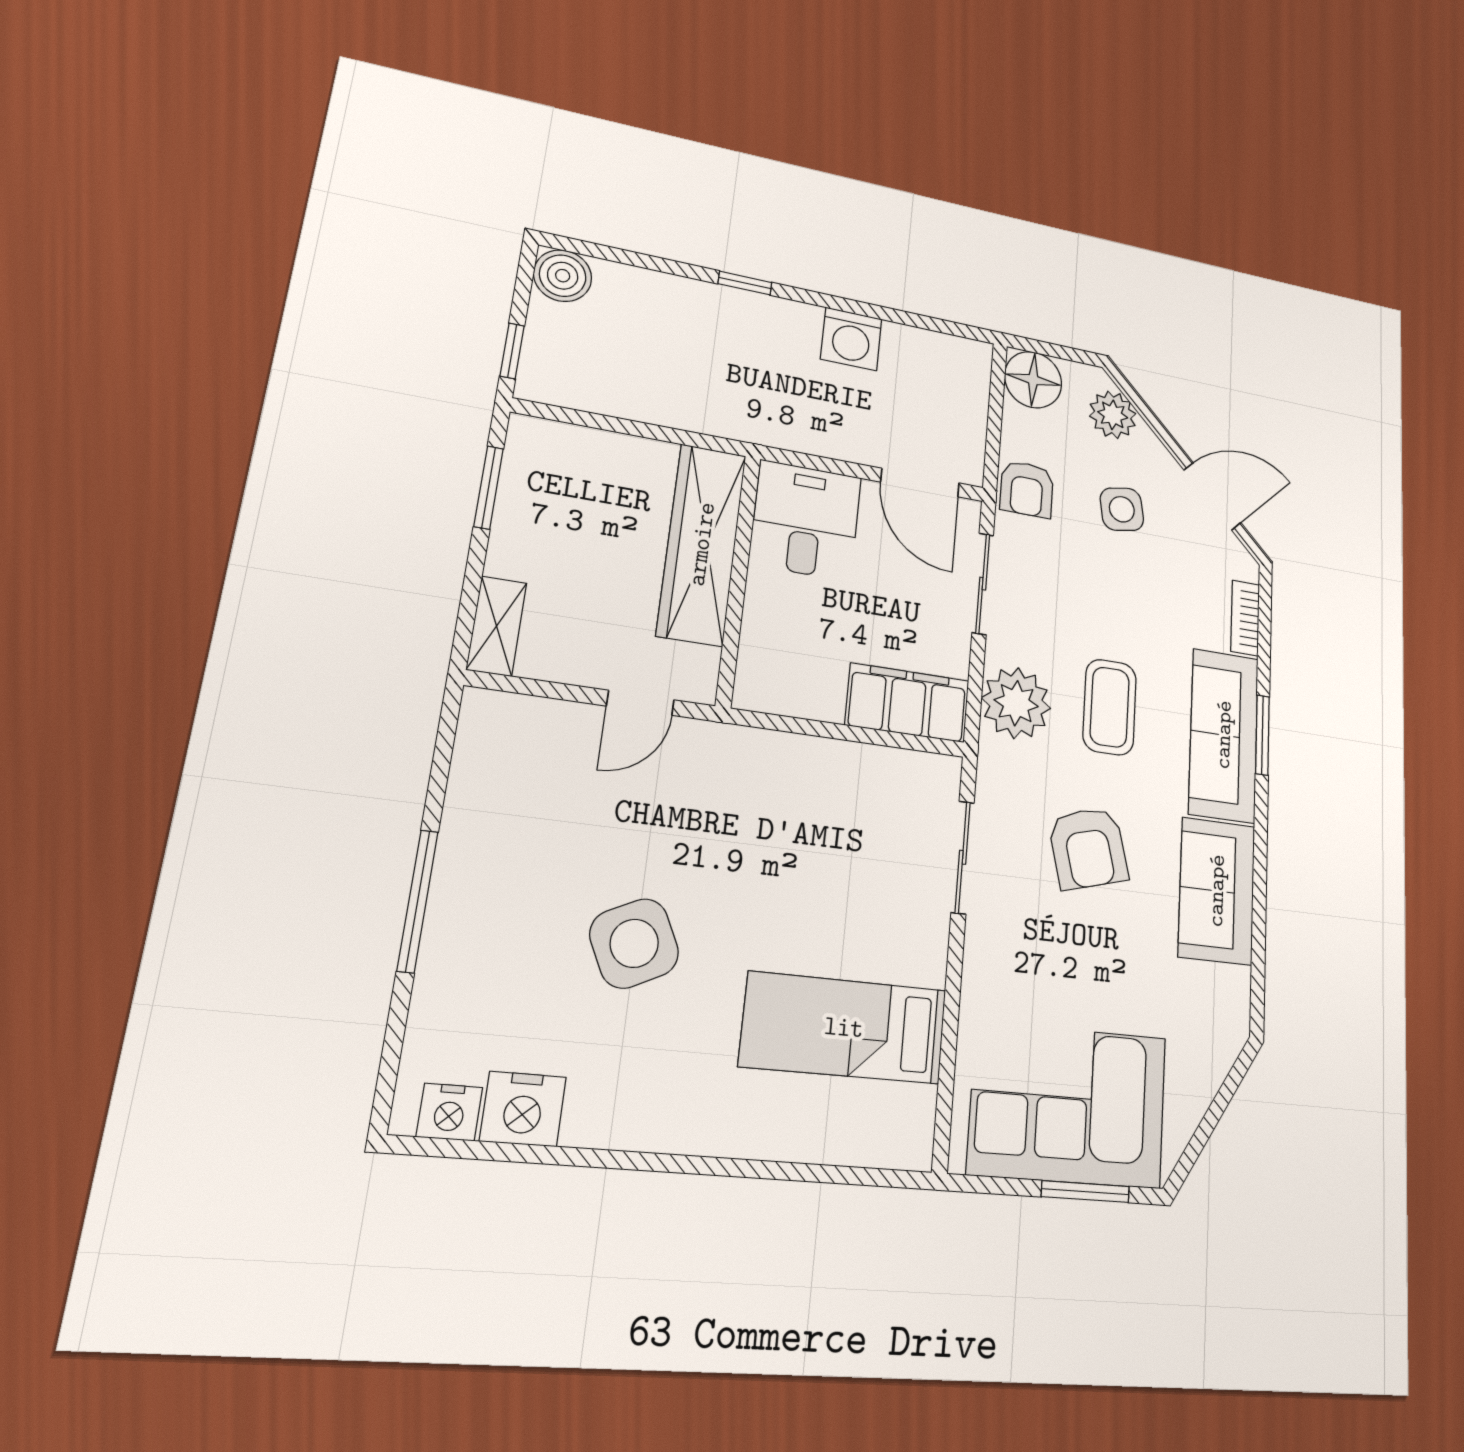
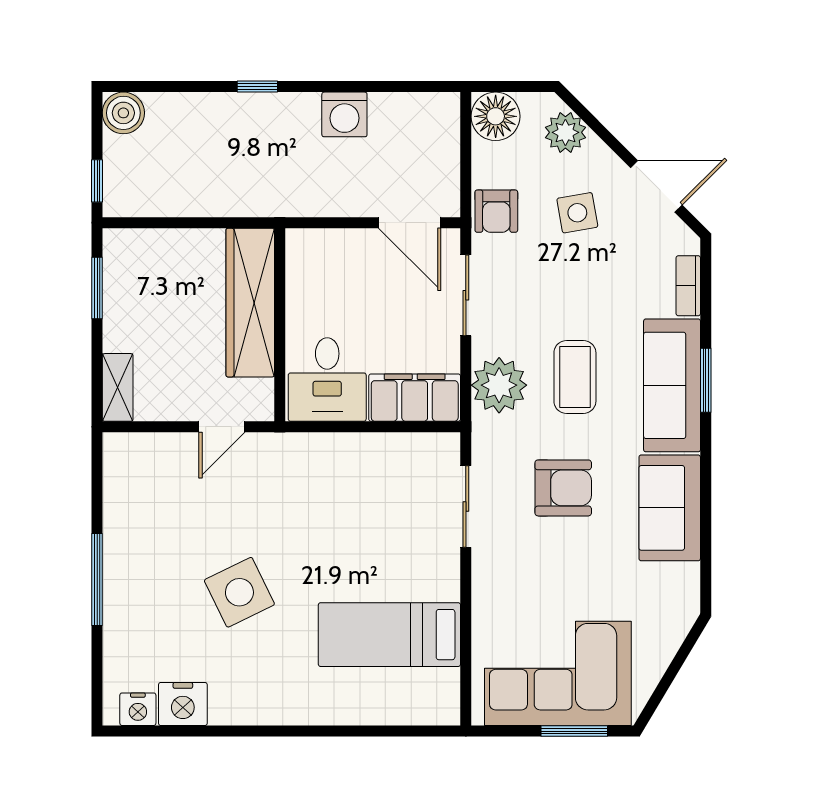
desk: (806, 520) -> (327, 379), moved, turned 180
armchair: (1088, 848) -> (563, 488), turned -75

